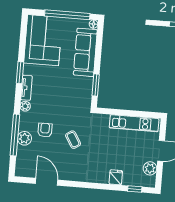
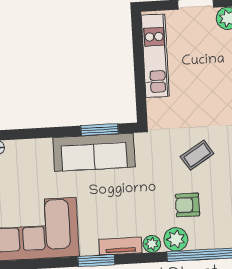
sofa: (85, 52) -> (94, 152), moved
plant: (24, 138) -> (176, 239), moved

